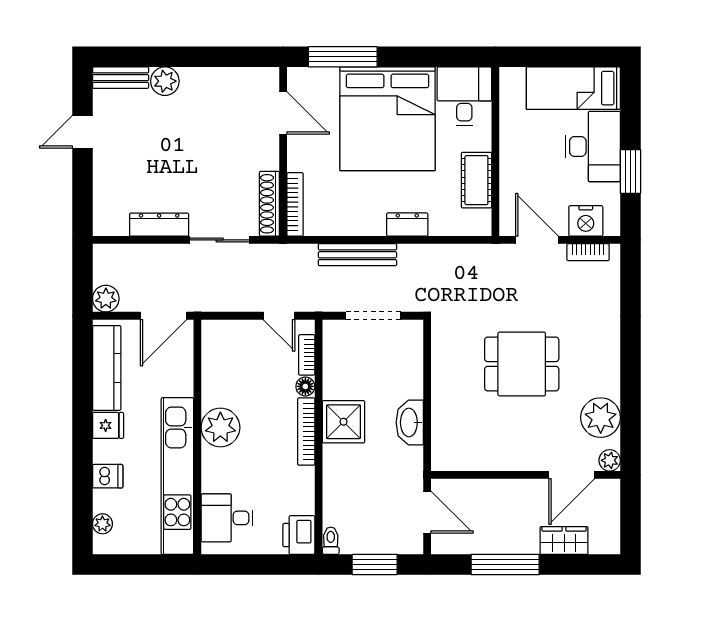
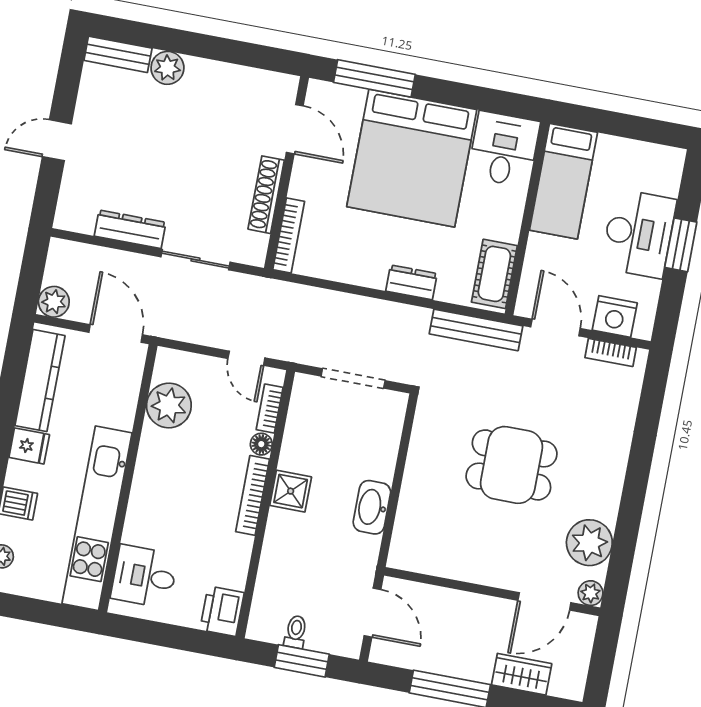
bed: (573, 88) -> (563, 181), moved, turned -90
door: (82, 132) -> (57, 140), moved
window: (630, 171) -> (681, 245), moved
cot: (476, 180) -> (494, 274), moved
shoe rack: (269, 204) -> (266, 195), moved
bench: (357, 255) -> (476, 330), moved
door: (164, 316) -> (116, 334), swing flipped
shower: (344, 422) -> (291, 491), width x0.73, depth x0.73
plant: (220, 427) -> (169, 405), moved
toilet: (331, 541) -> (296, 632), moved

